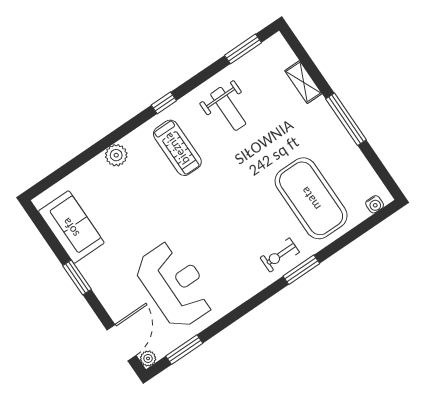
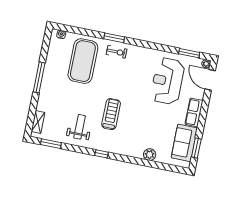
shelving: (303, 82) -> (38, 122), moved
treadmill: (177, 148) -> (111, 114), moved
plant: (116, 155) -> (150, 155), moved
window: (77, 278) -> (196, 148), moved
row of seats: (99, 279) -> (194, 112), added
door: (121, 343) -> (210, 80), hinge flipped

